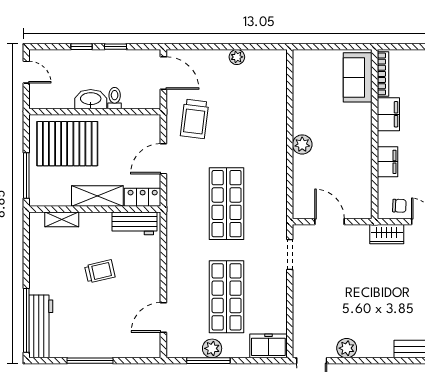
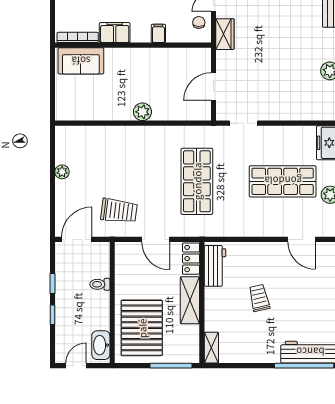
washbasin: (91, 99) -> (101, 345), moved
filing cabinet: (387, 162) -> (158, 33), width x0.50
shop shelf: (227, 204) -> (197, 181), turned 90
shelving: (62, 219) -> (211, 348), moved

